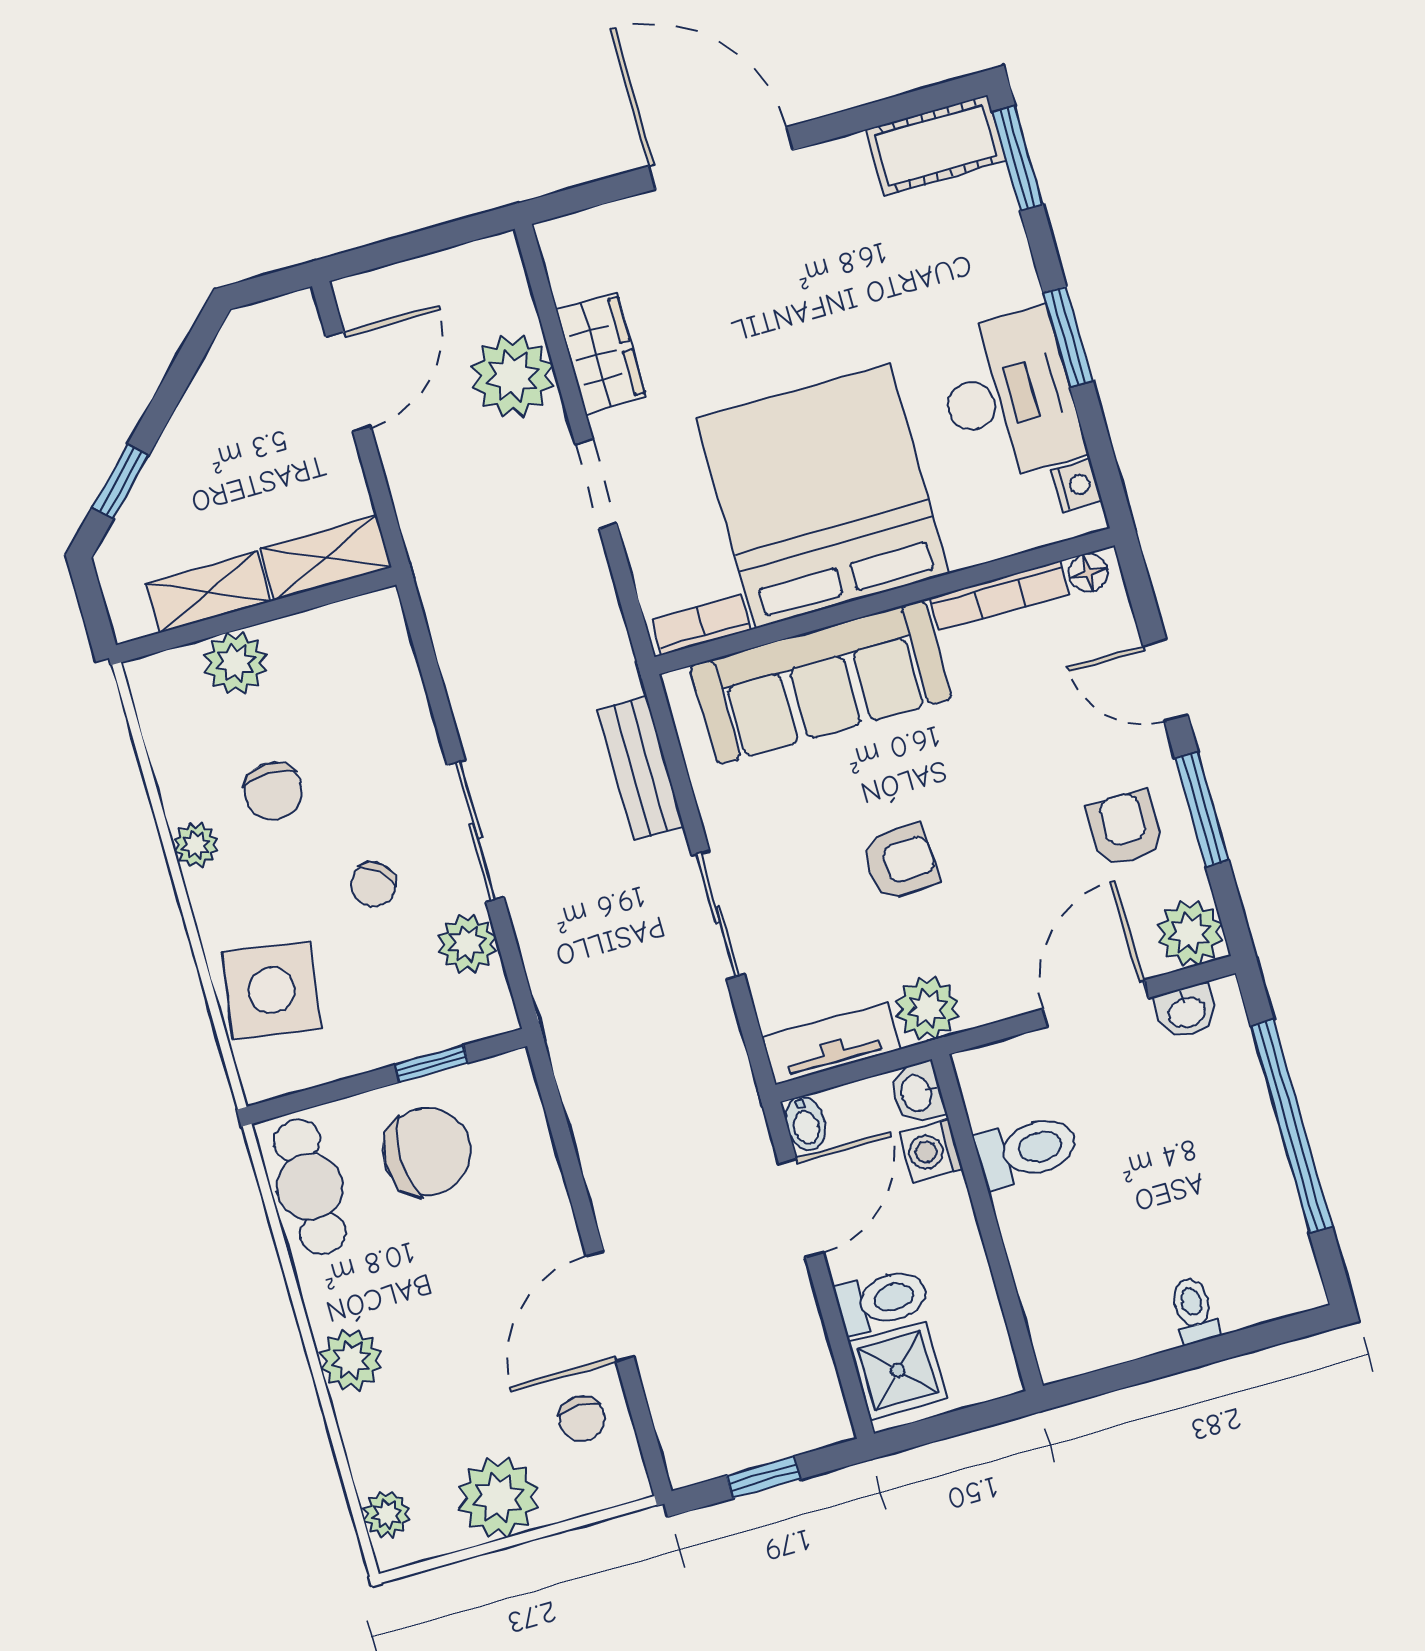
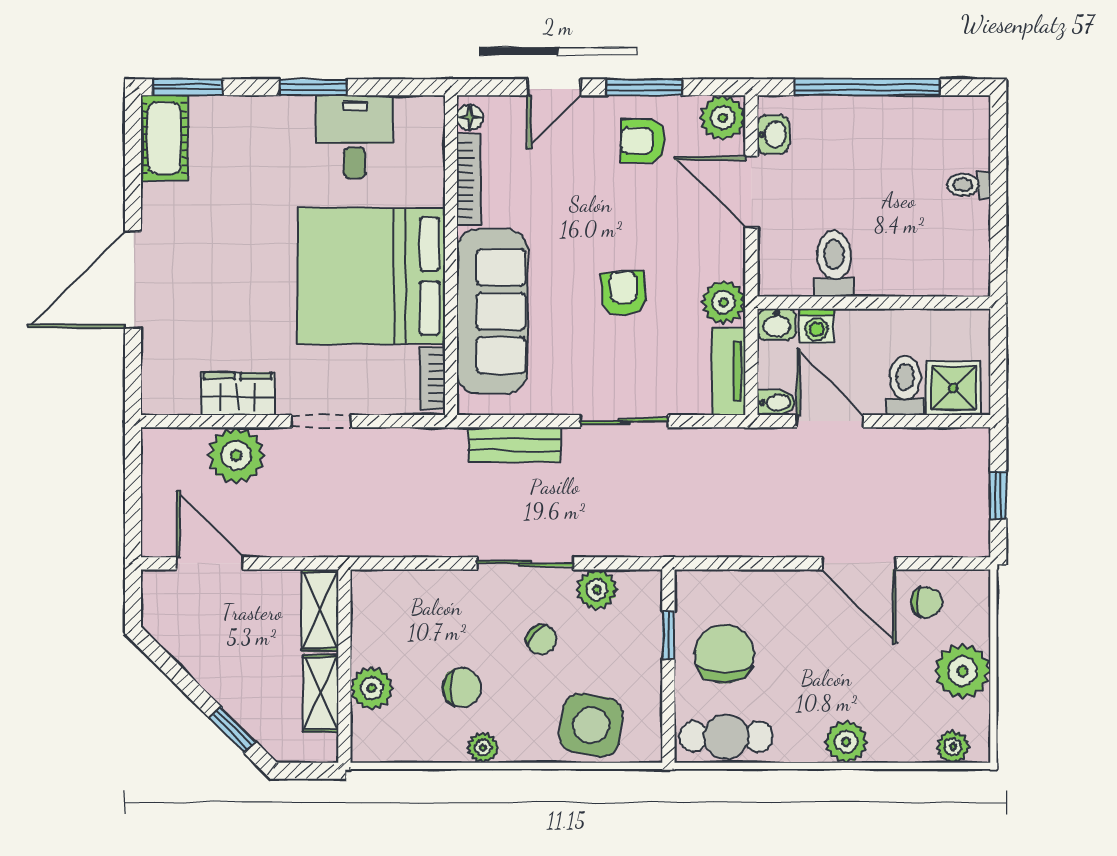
desk: (1008, 396) -> (355, 137), width x0.73
nightstand: (1077, 485) -> (411, 109), removed

